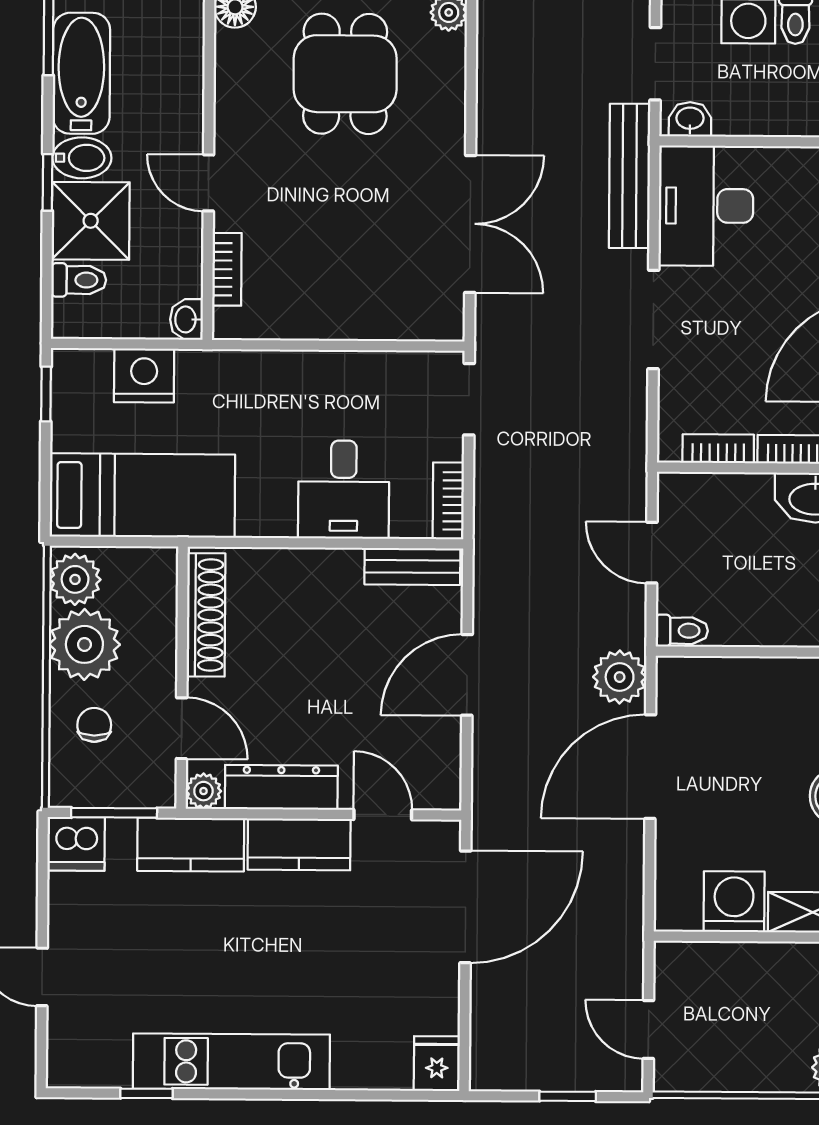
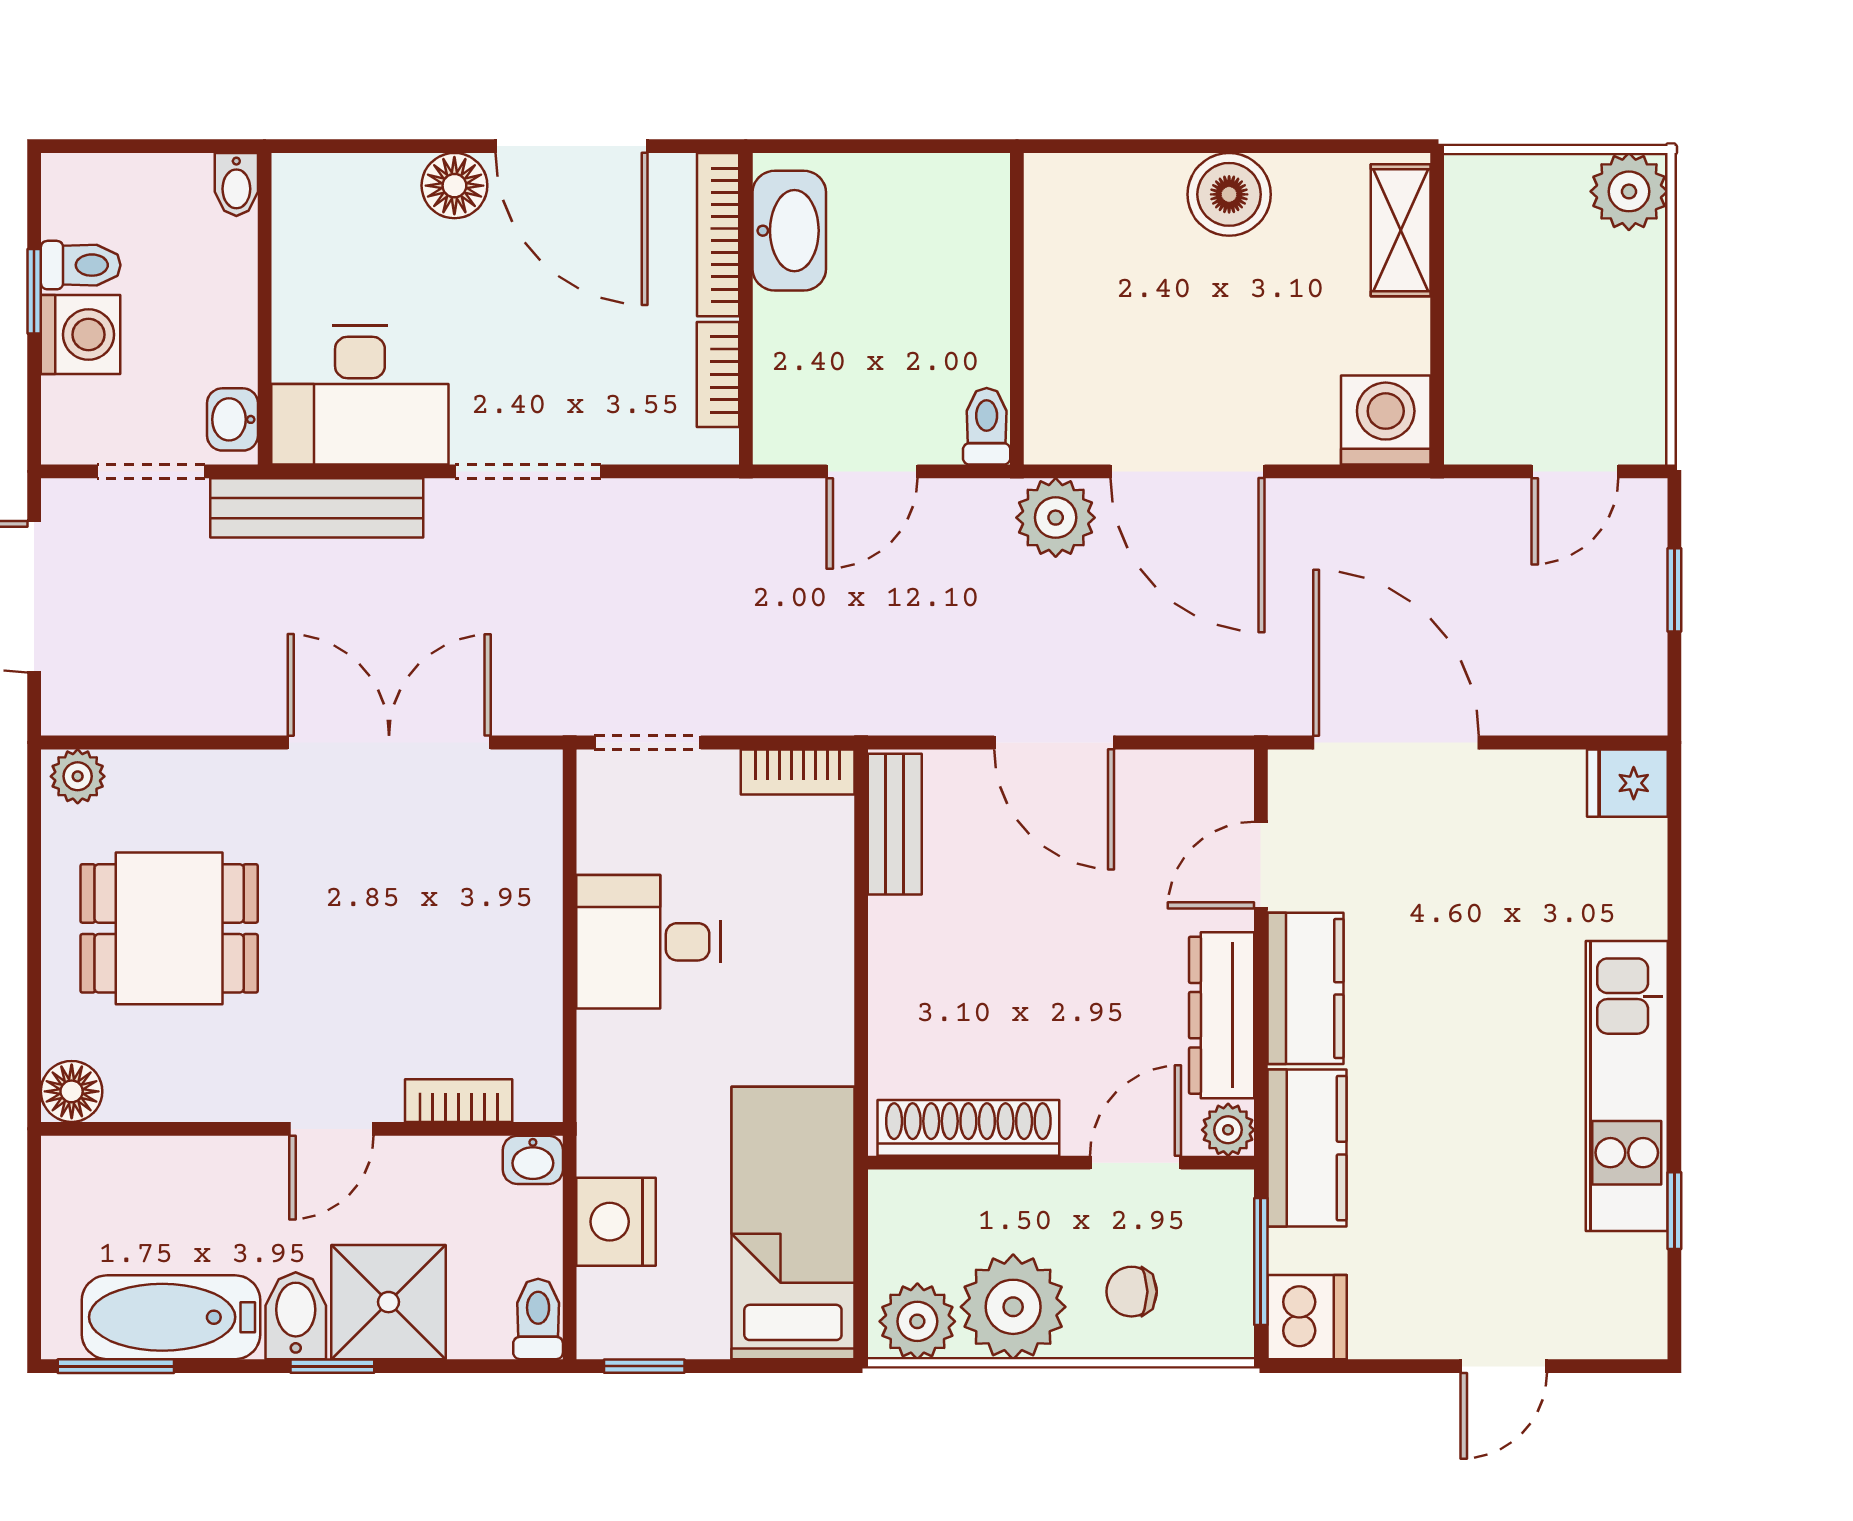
toilet: (79, 280) -> (538, 1319), moved
desk: (344, 490) -> (649, 942), moved, turned 180
washing machine: (734, 902) -> (1386, 420), moved, turned 90

